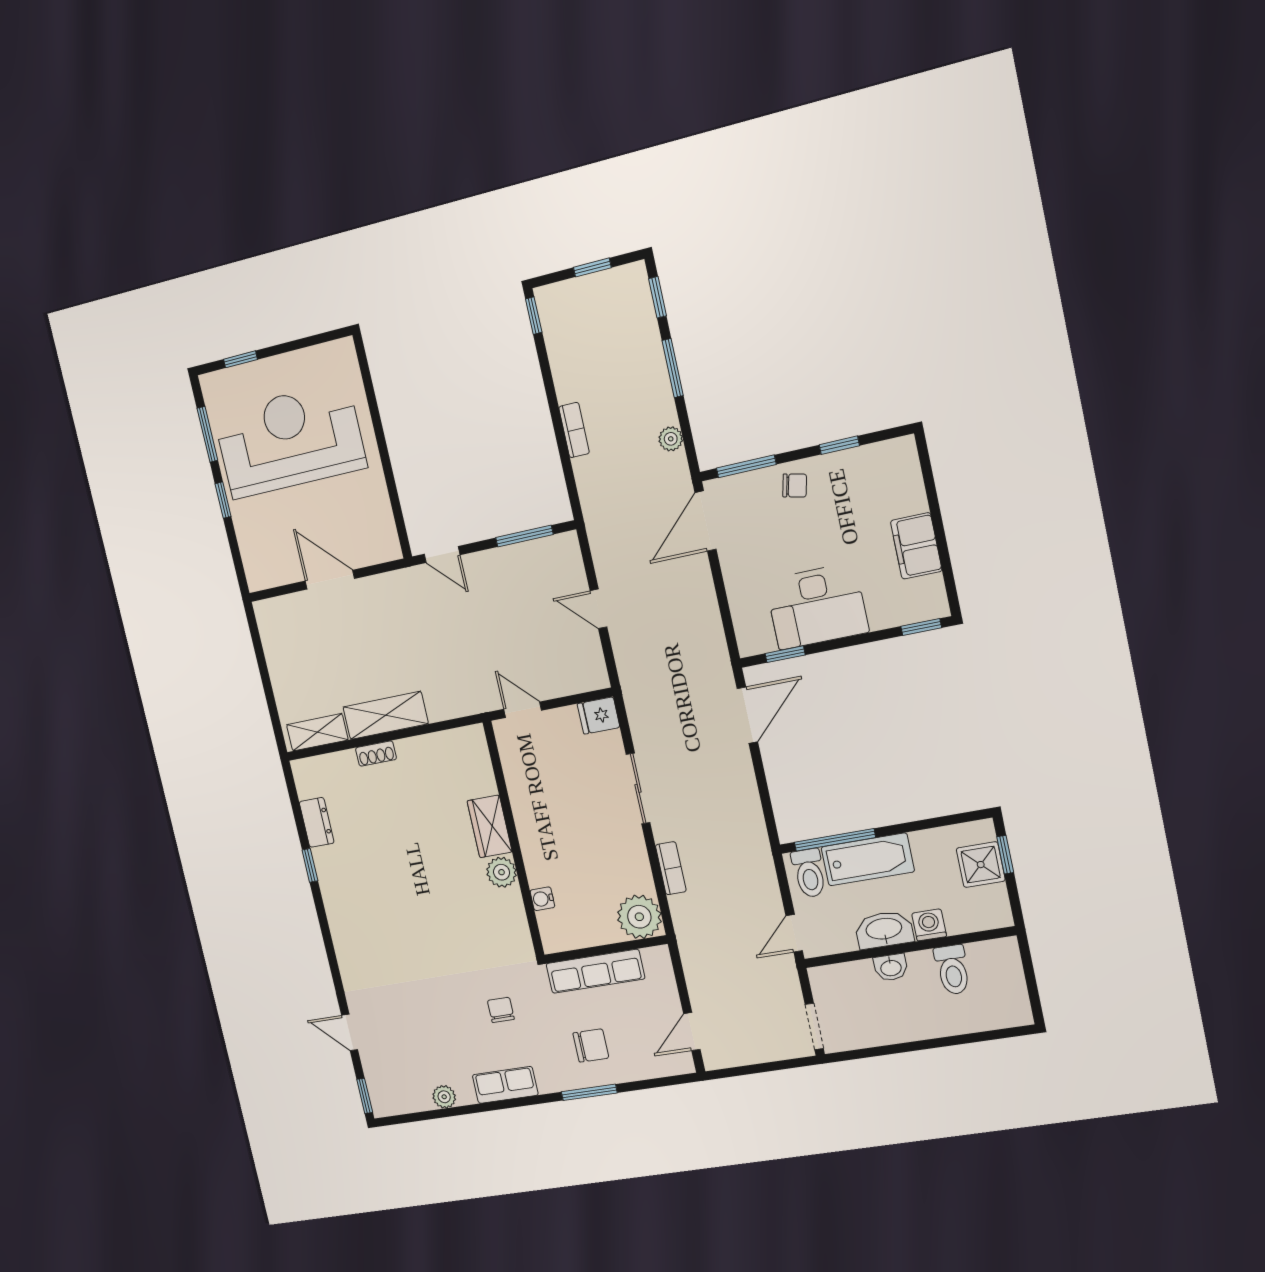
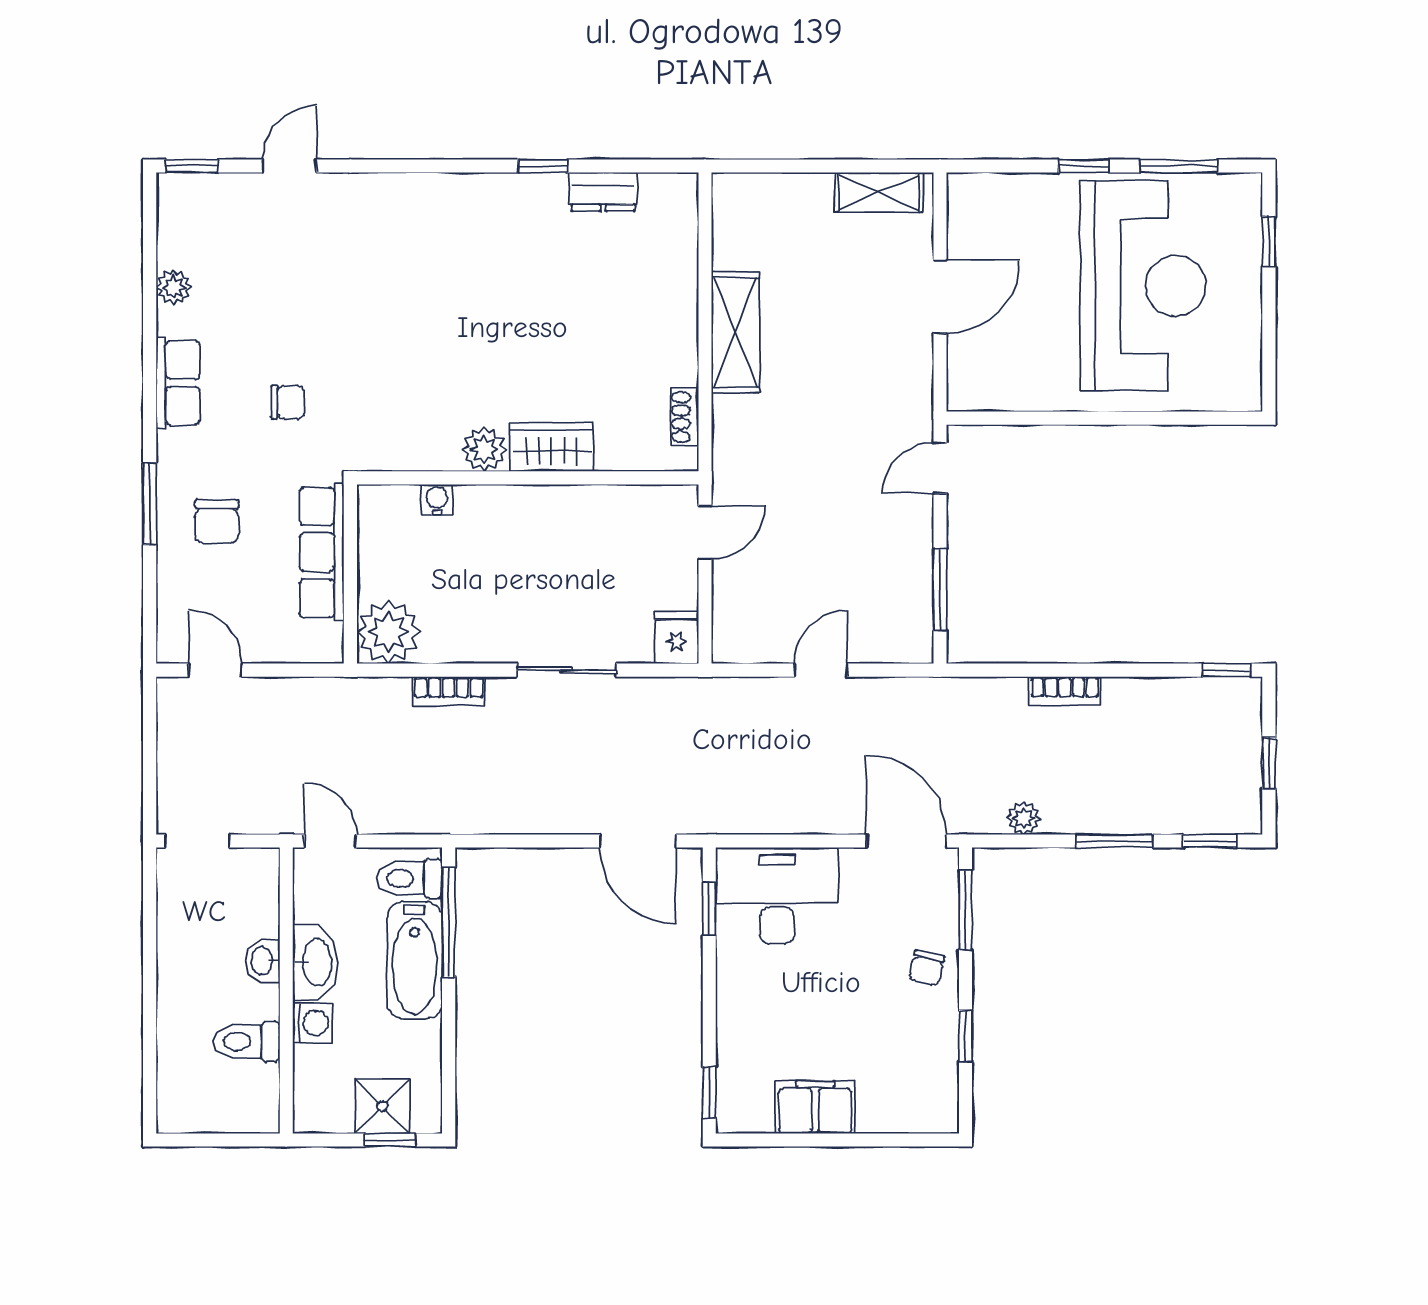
desk: (817, 606) -> (777, 896), moved, turned 90
shelving: (317, 732) -> (879, 192), moved, turned 90
shoe rack: (376, 754) -> (685, 417), moved

